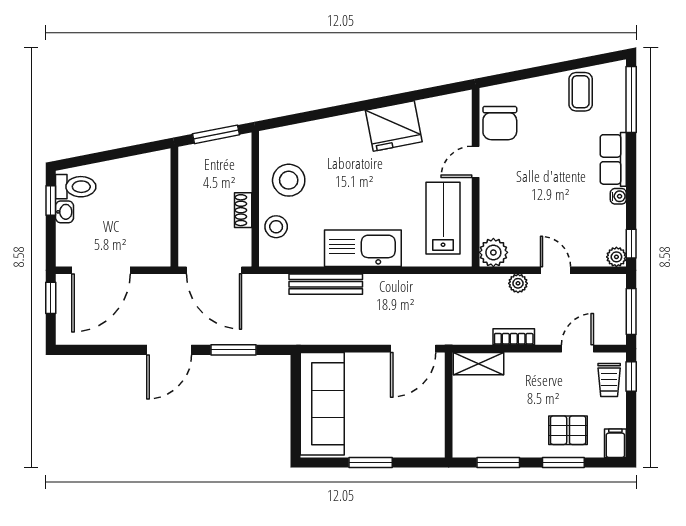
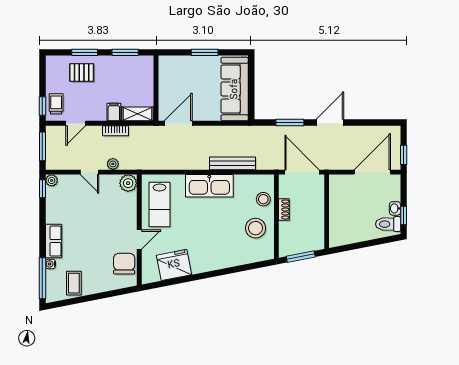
fridge: (394, 126) -> (174, 265), moved
water cooler: (618, 196) -> (50, 264), moved
filing cabinet: (615, 443) -> (114, 112), moved, turned 180

